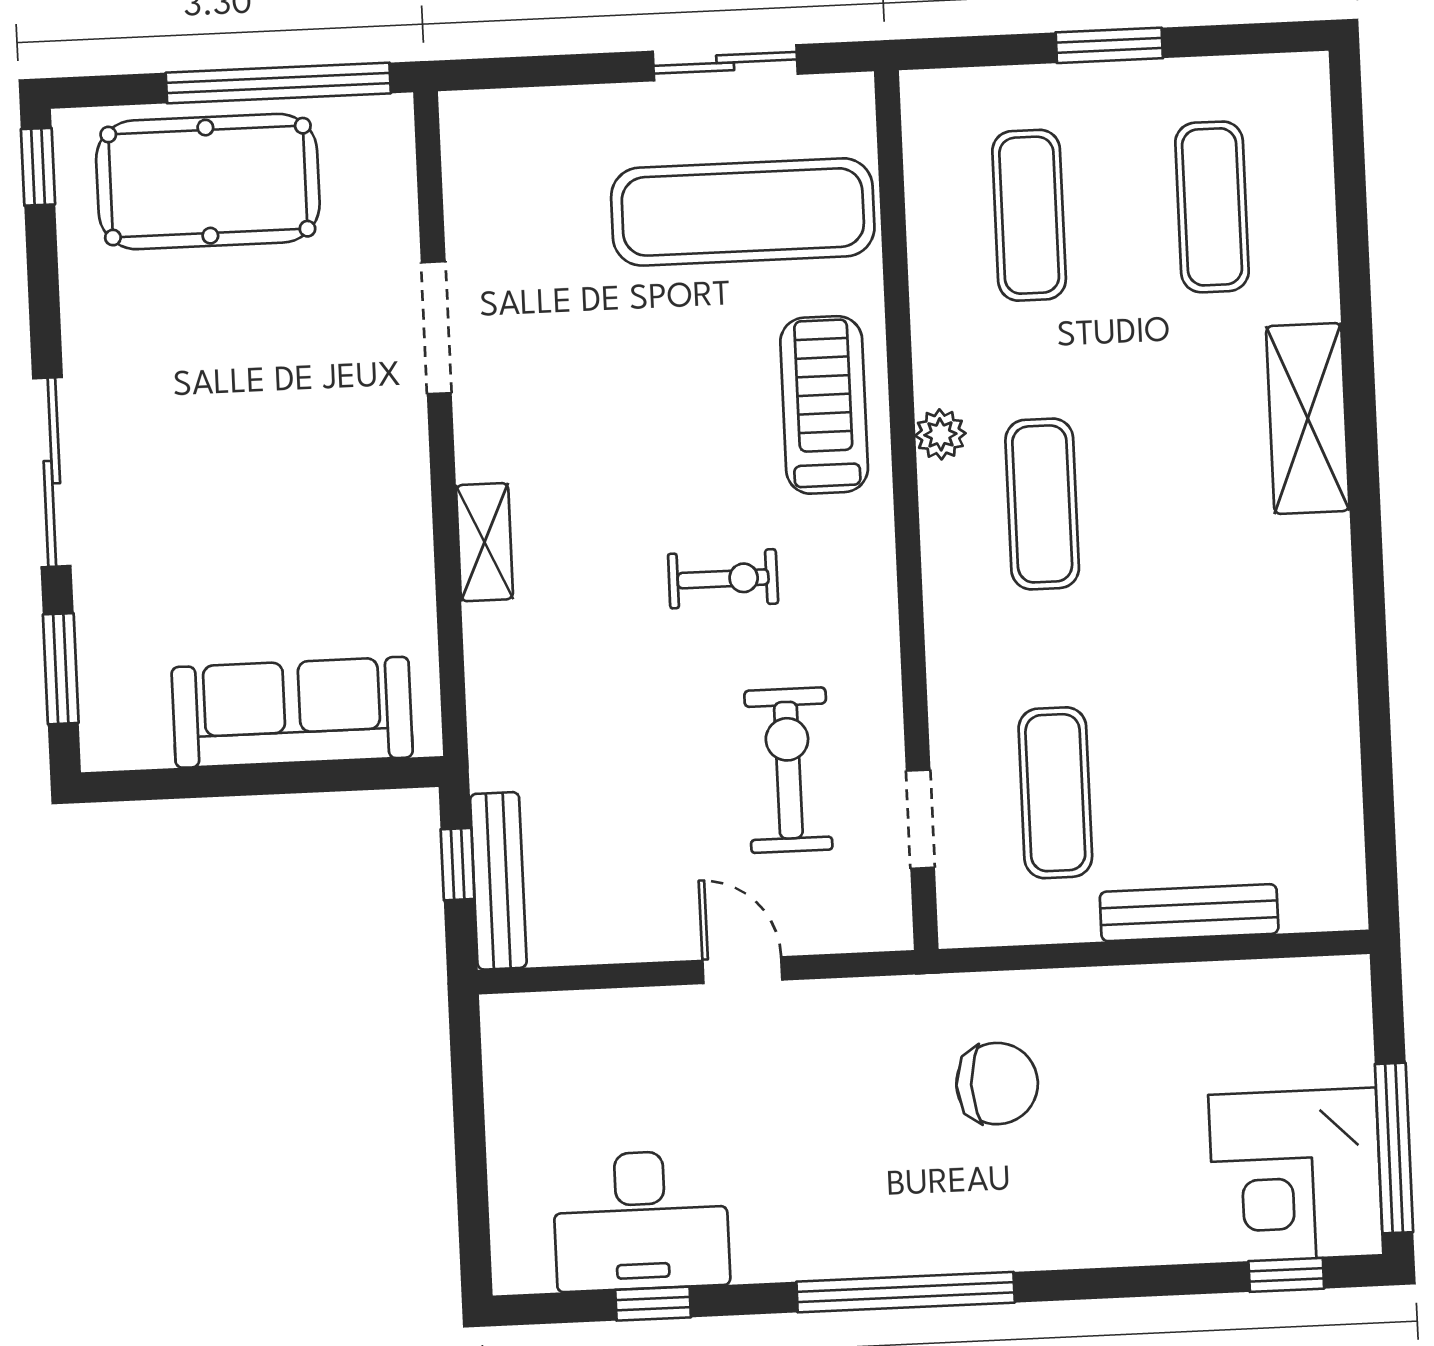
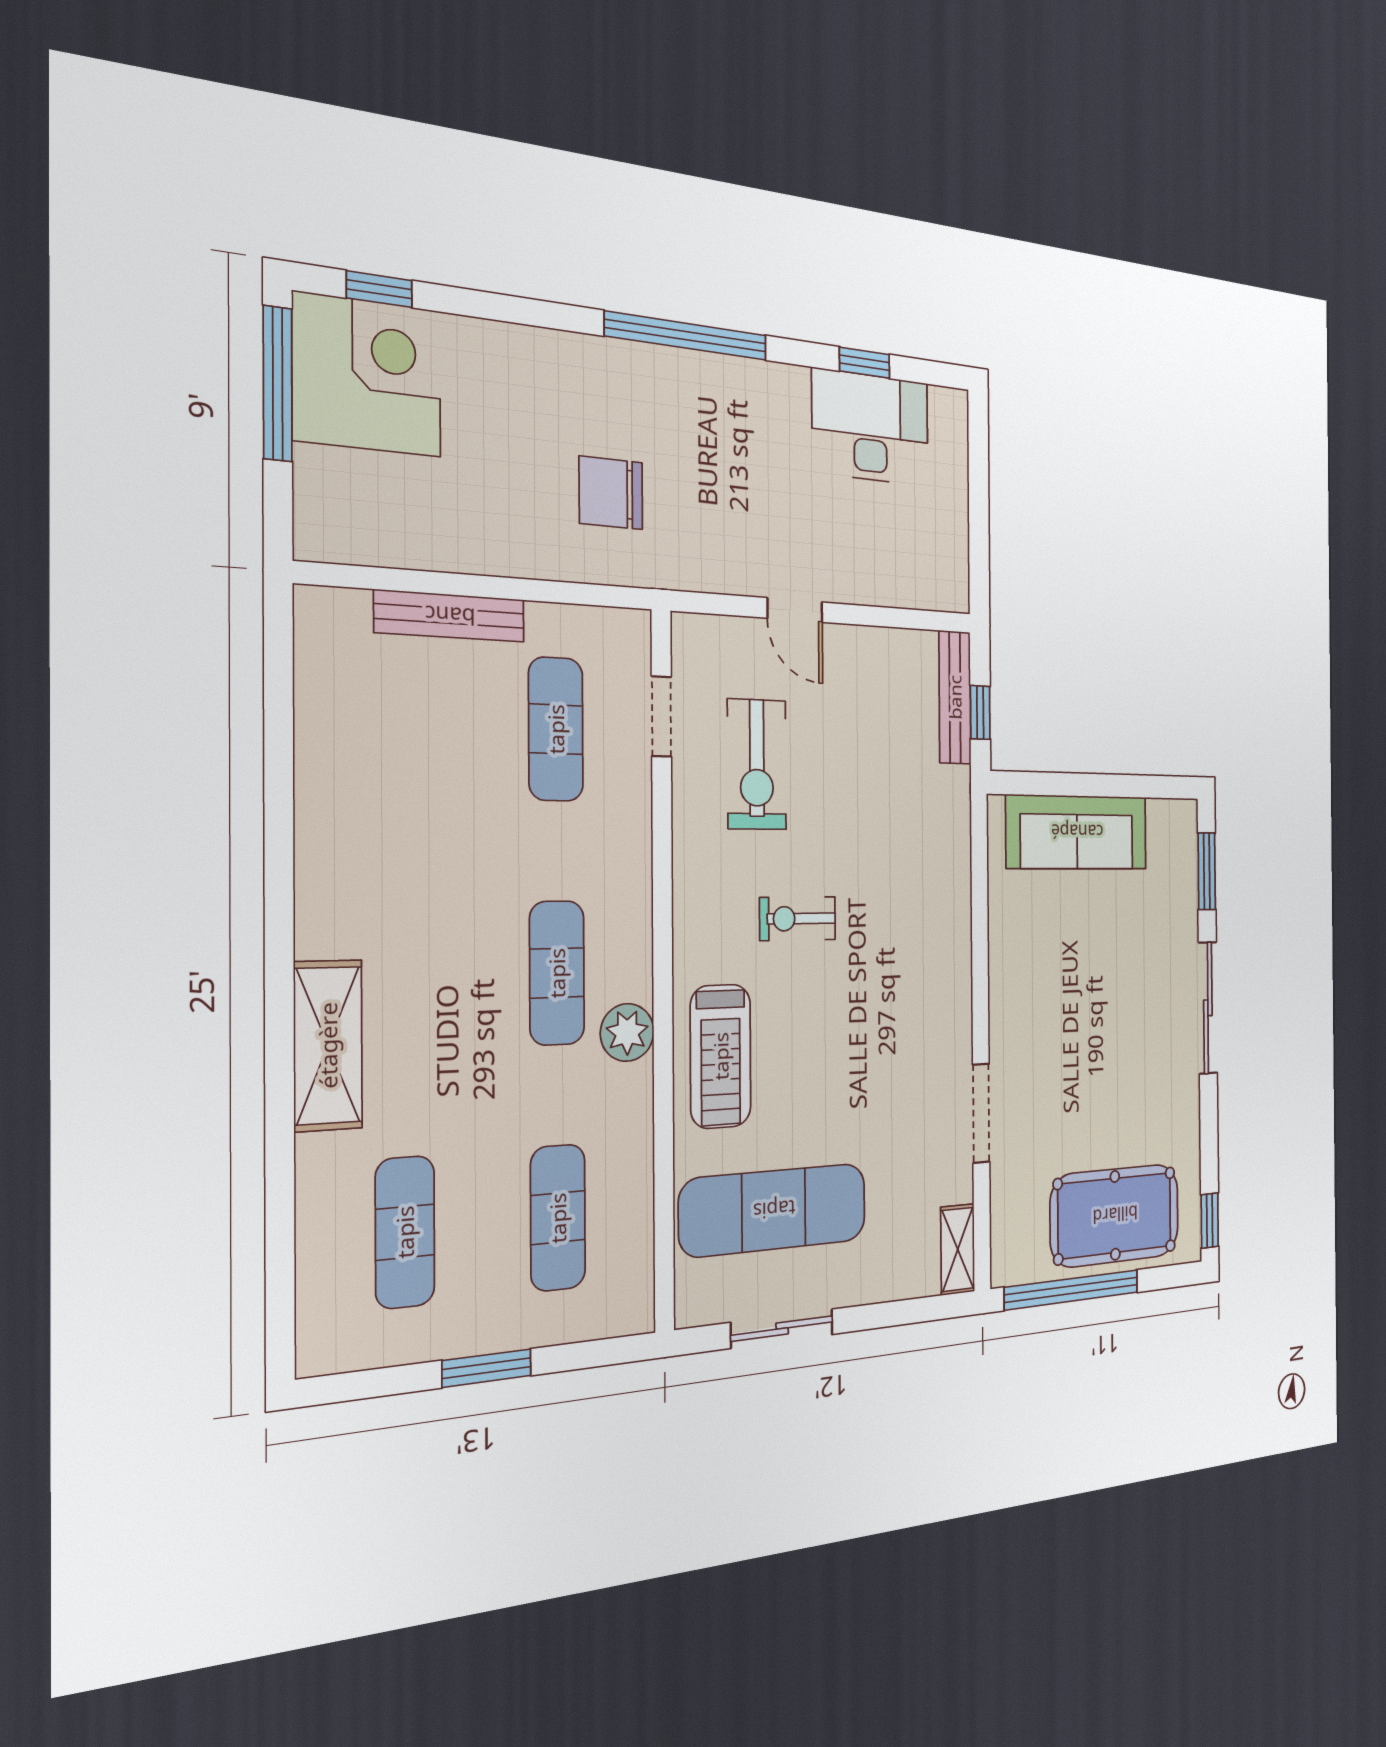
plant: (940, 434) -> (627, 1032), width x1.38, depth x1.38
shelving: (484, 542) -> (958, 1249), moved

